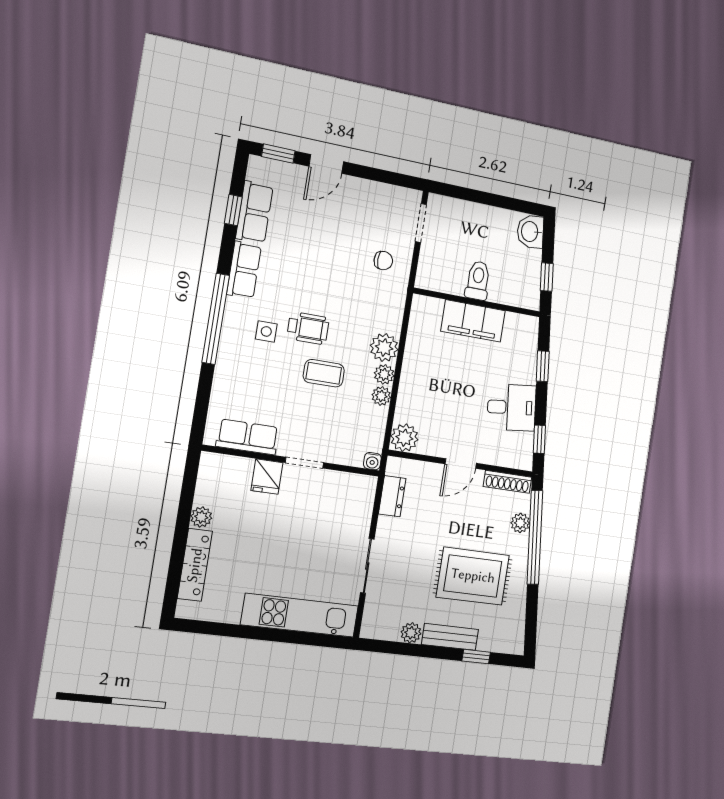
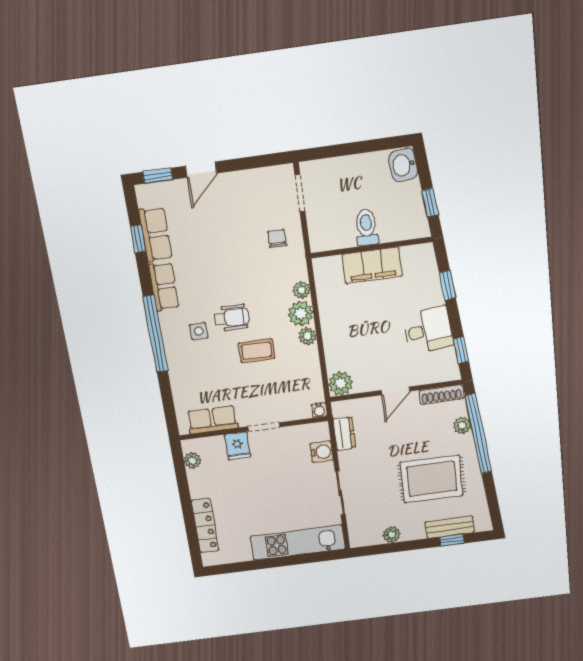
chair: (383, 261) -> (277, 238), turned -90
plant: (381, 396) -> (302, 290), moved
water cooler: (361, 511) -> (322, 452), added
plant: (201, 517) -> (192, 461), moved
bench: (450, 637) -> (450, 527), moved

